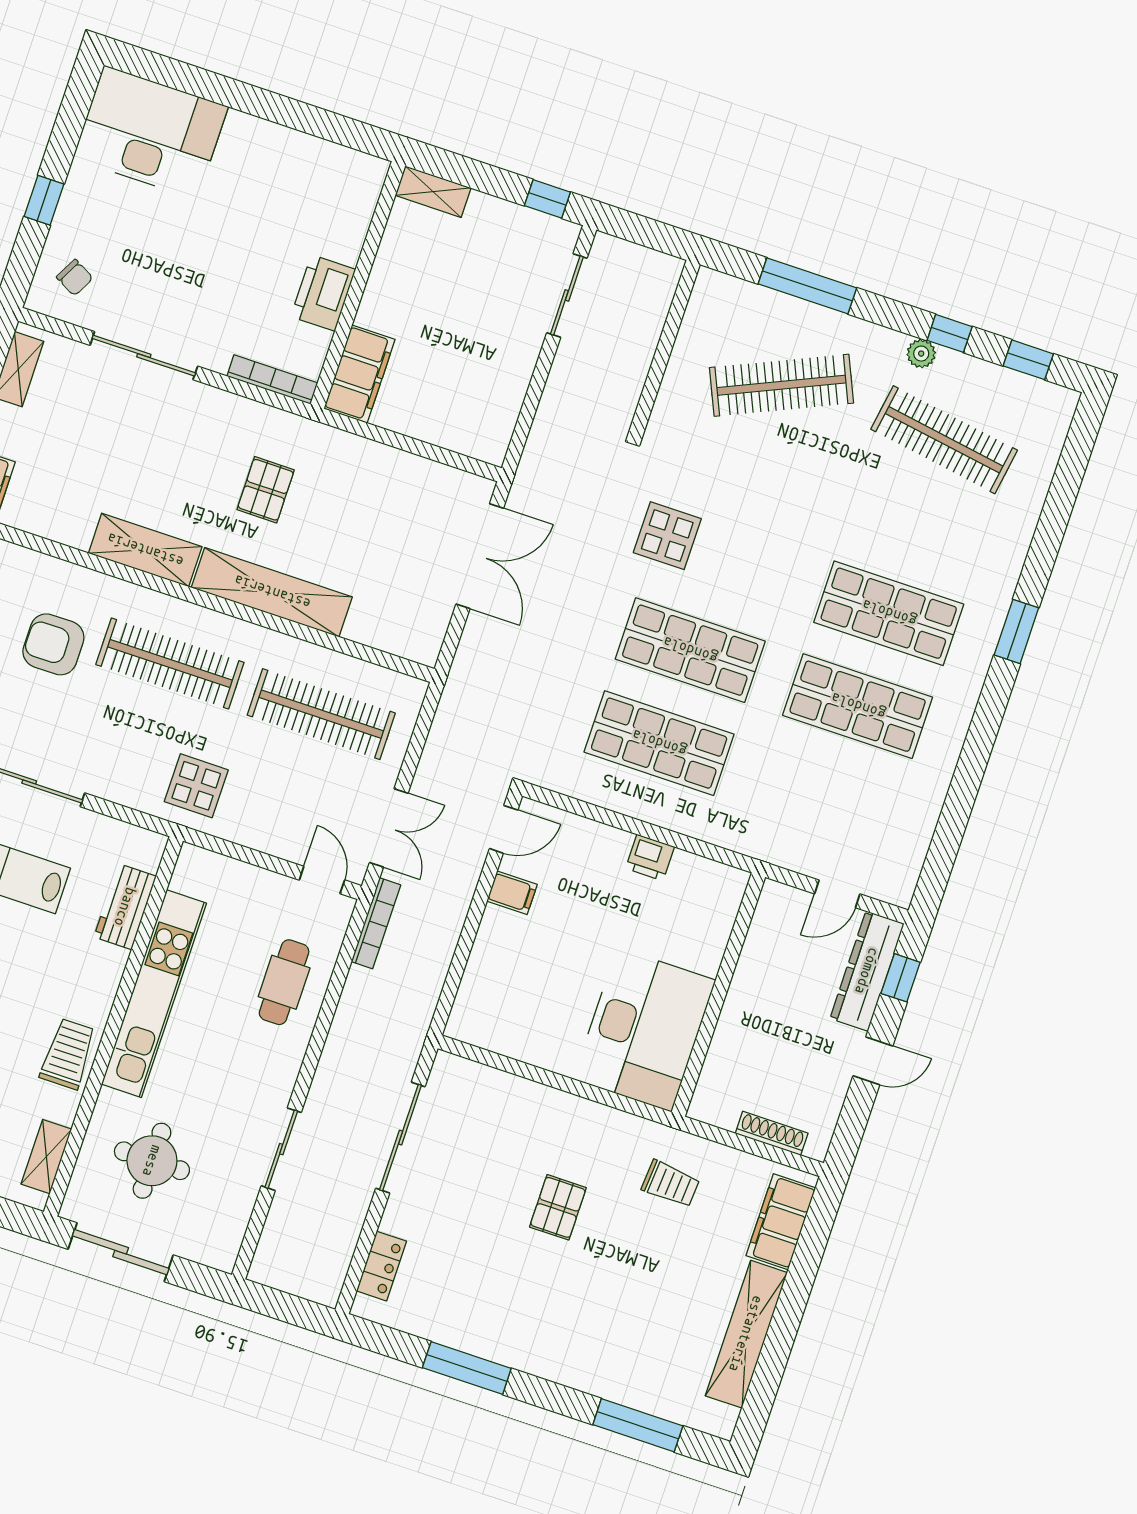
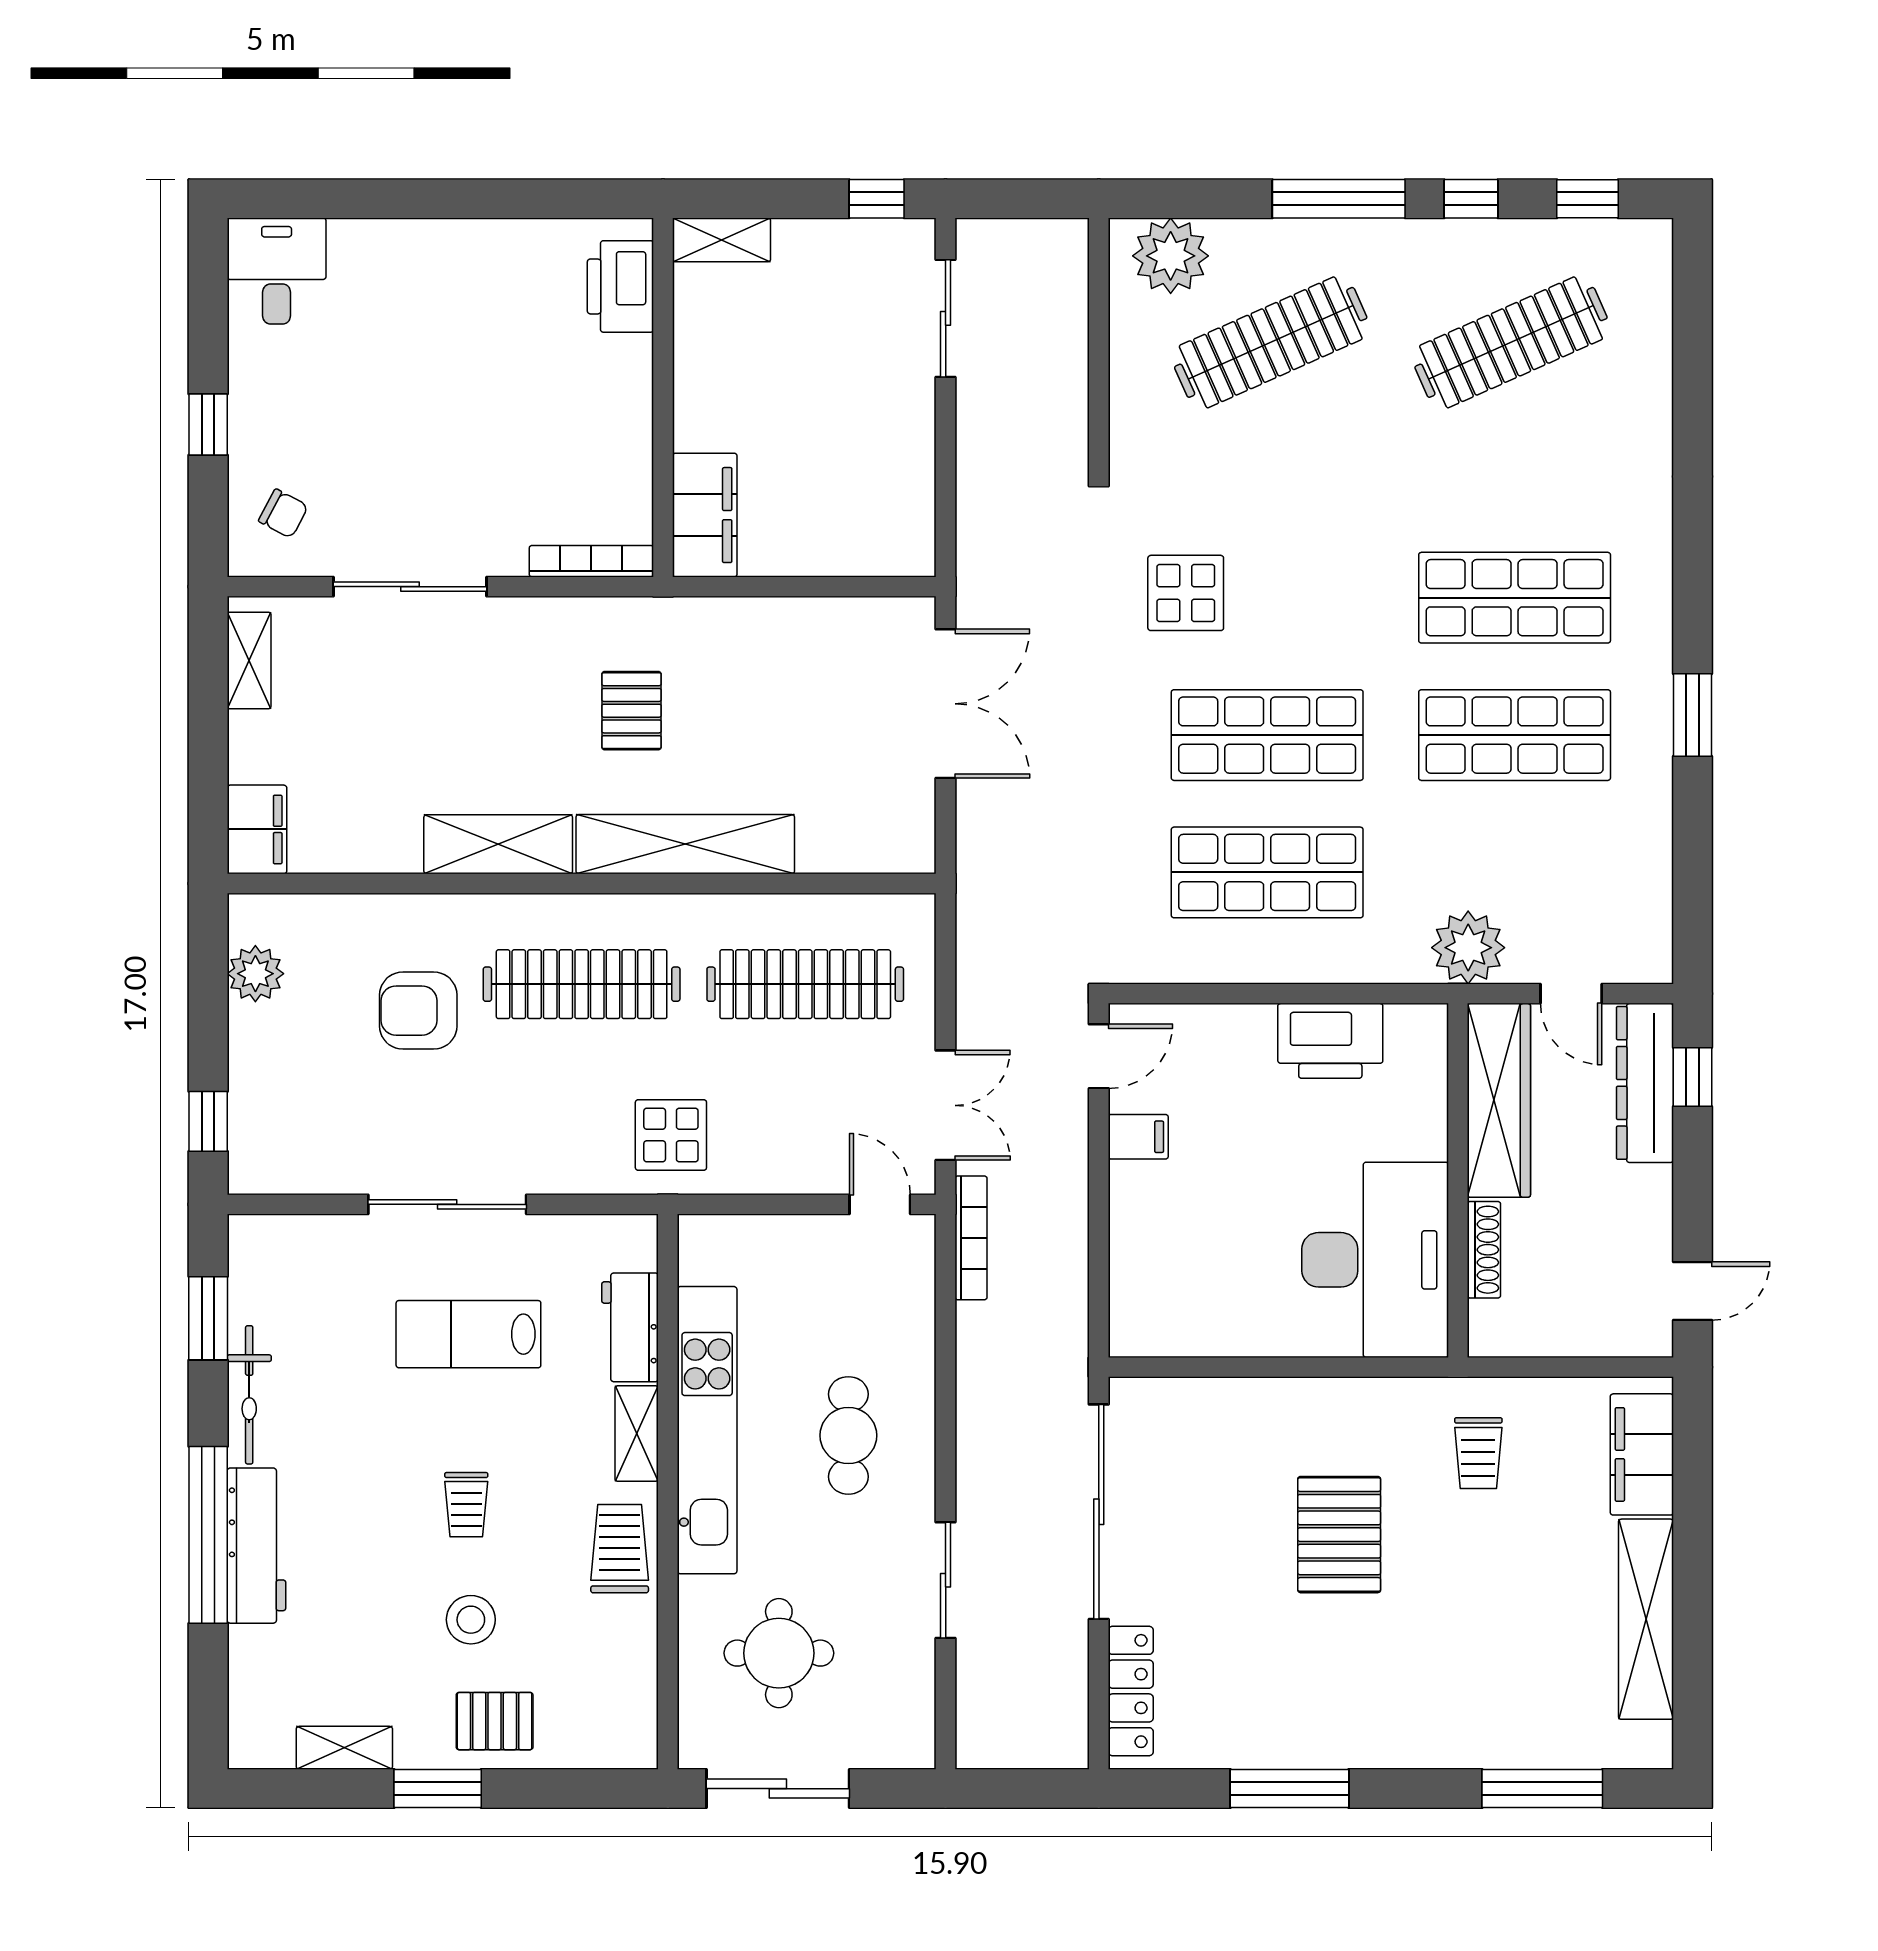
desk: (150, 132) -> (277, 271), width x0.53, depth x0.77
window: (807, 286) -> (1339, 199), moved
printer: (323, 293) -> (620, 286), moved
plant: (921, 354) -> (1171, 256), moved, width x1.87, depth x1.87
clothes rail: (944, 440) -> (1511, 342), turned -33
window: (1016, 631) -> (1693, 715), moved
plant: (778, 839) -> (1468, 948), added
printer: (650, 858) -> (1330, 1041), width x1.87, depth x1.48
door: (837, 894) -> (1571, 994), hinge flipped
wardrobe: (764, 950) -> (1499, 1100), added
cafe table: (284, 982) -> (848, 1435), moved
door: (873, 1061) -> (1693, 1291), moved
shoe rack: (772, 1133) -> (1484, 1250), moved, turned 90
sliding door: (400, 1138) -> (1099, 1512), width x1.36
shelving: (46, 1157) -> (637, 1434), moved
trolley: (671, 1184) -> (1478, 1453), turned 86
pallet: (558, 1207) -> (1339, 1535), width x1.50, depth x1.42
locker: (381, 1266) -> (1131, 1691), width x1.53

